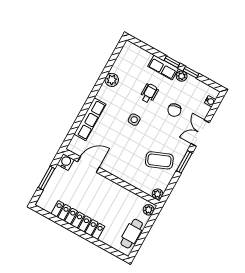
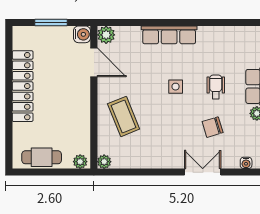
plant: (112, 80) -> (106, 35), moved
wheelchair: (149, 93) -> (216, 87), turned -90
row of seats: (90, 119) -> (169, 35), moved
coffee table: (159, 160) -> (124, 116), moved
window: (184, 162) -> (159, 172), removed

